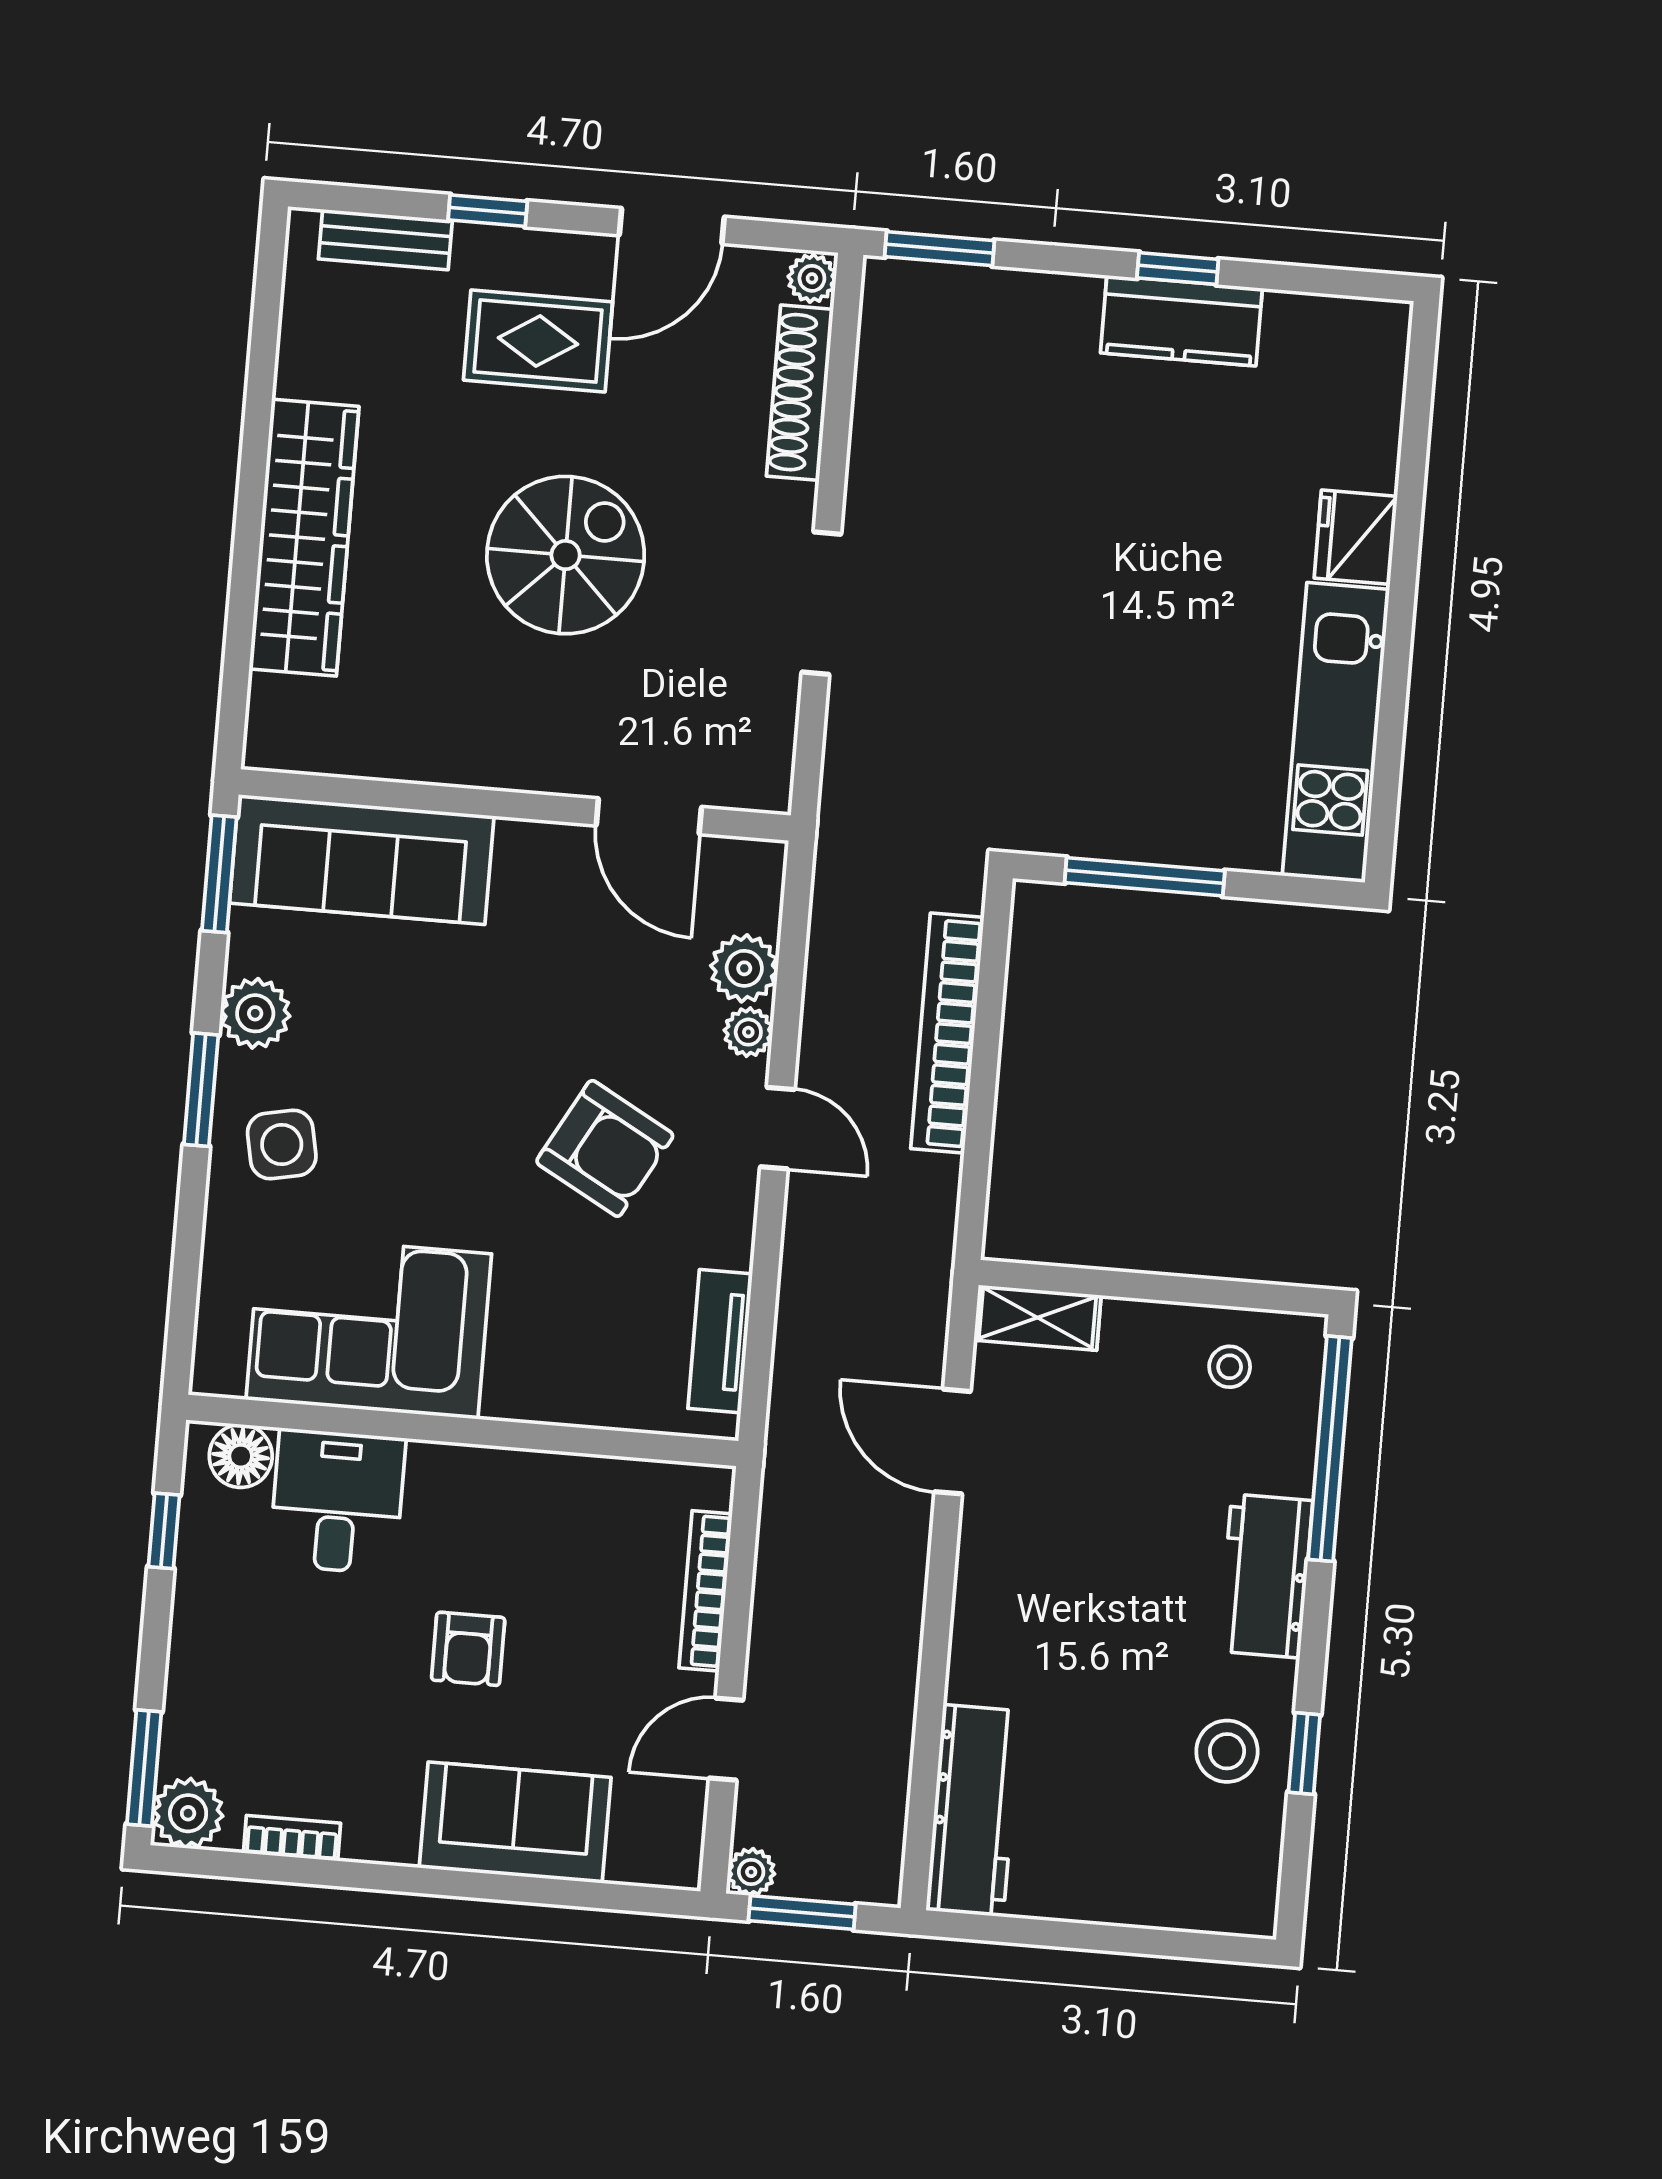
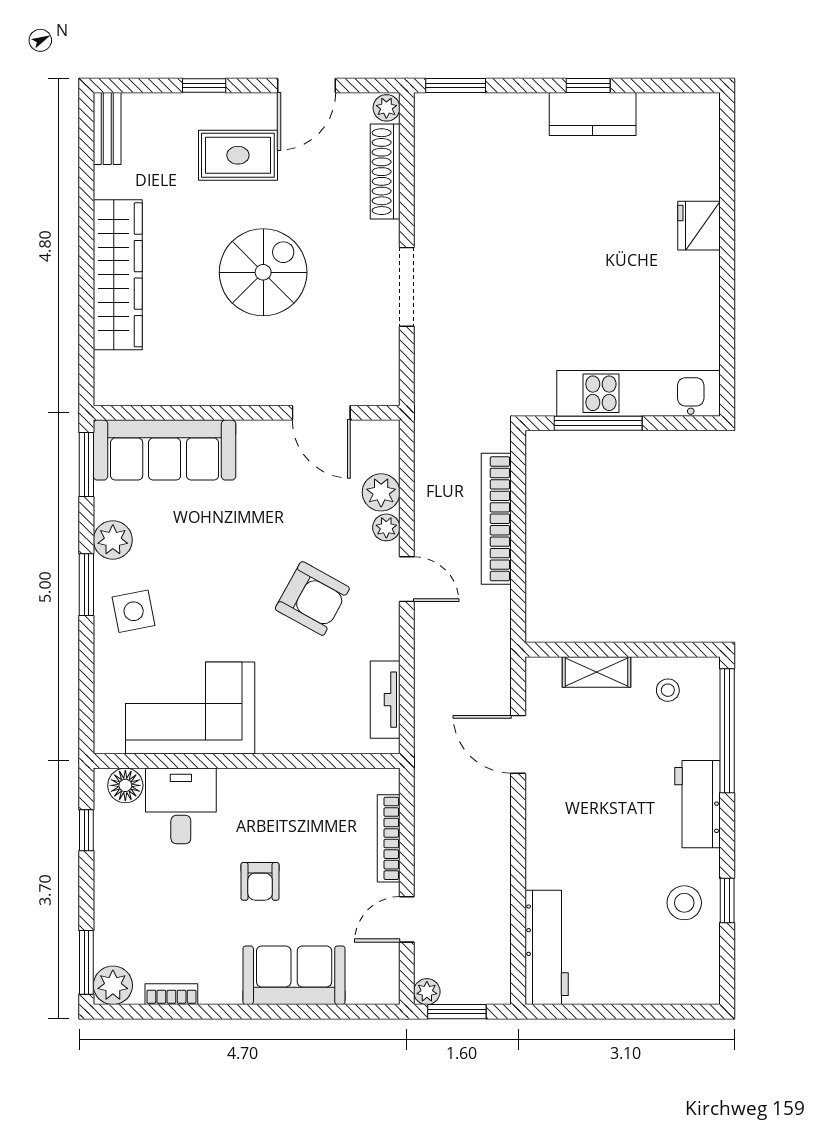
bench: (385, 240) -> (107, 129), moved, turned 90
kitchen unit: (1336, 733) -> (639, 393), moved, turned 90
shelving: (1037, 1318) -> (596, 672), moved

